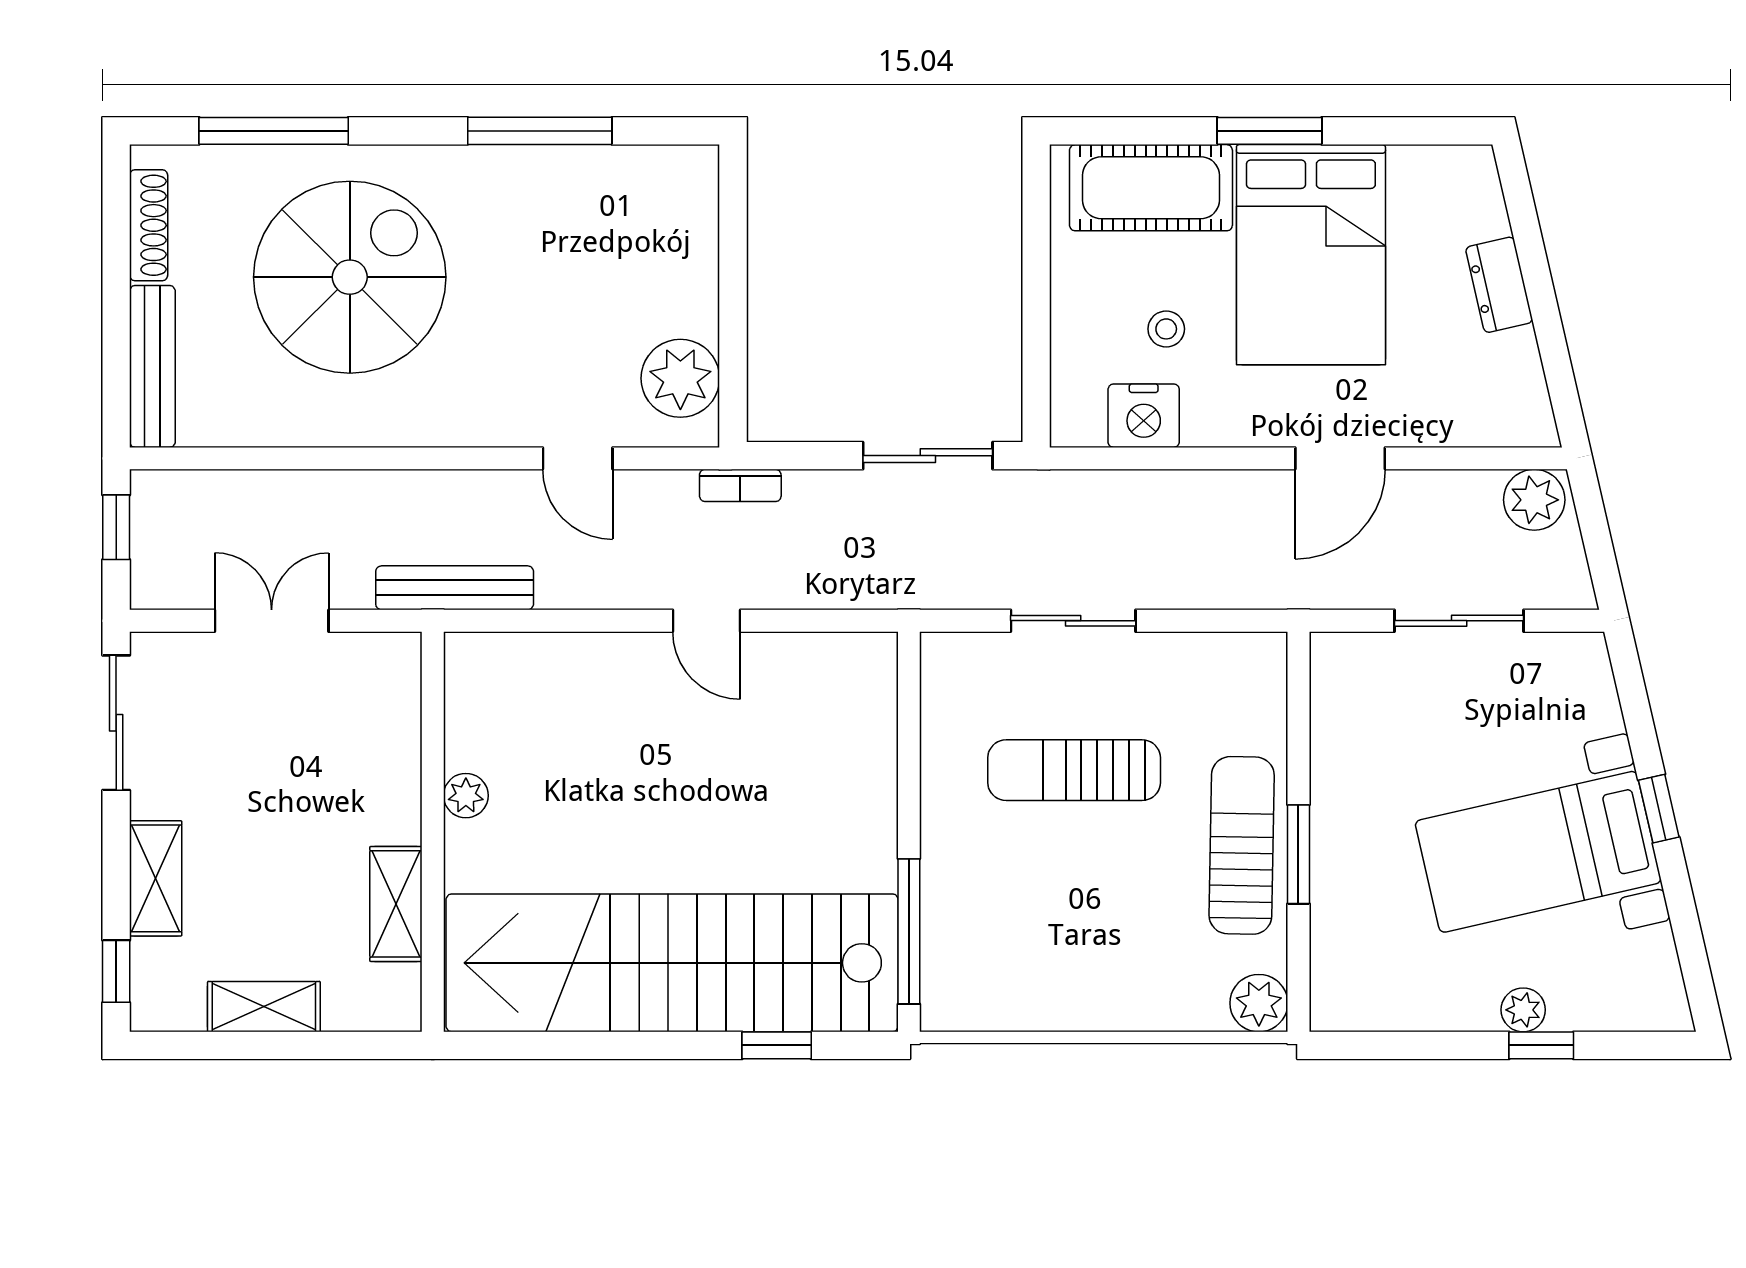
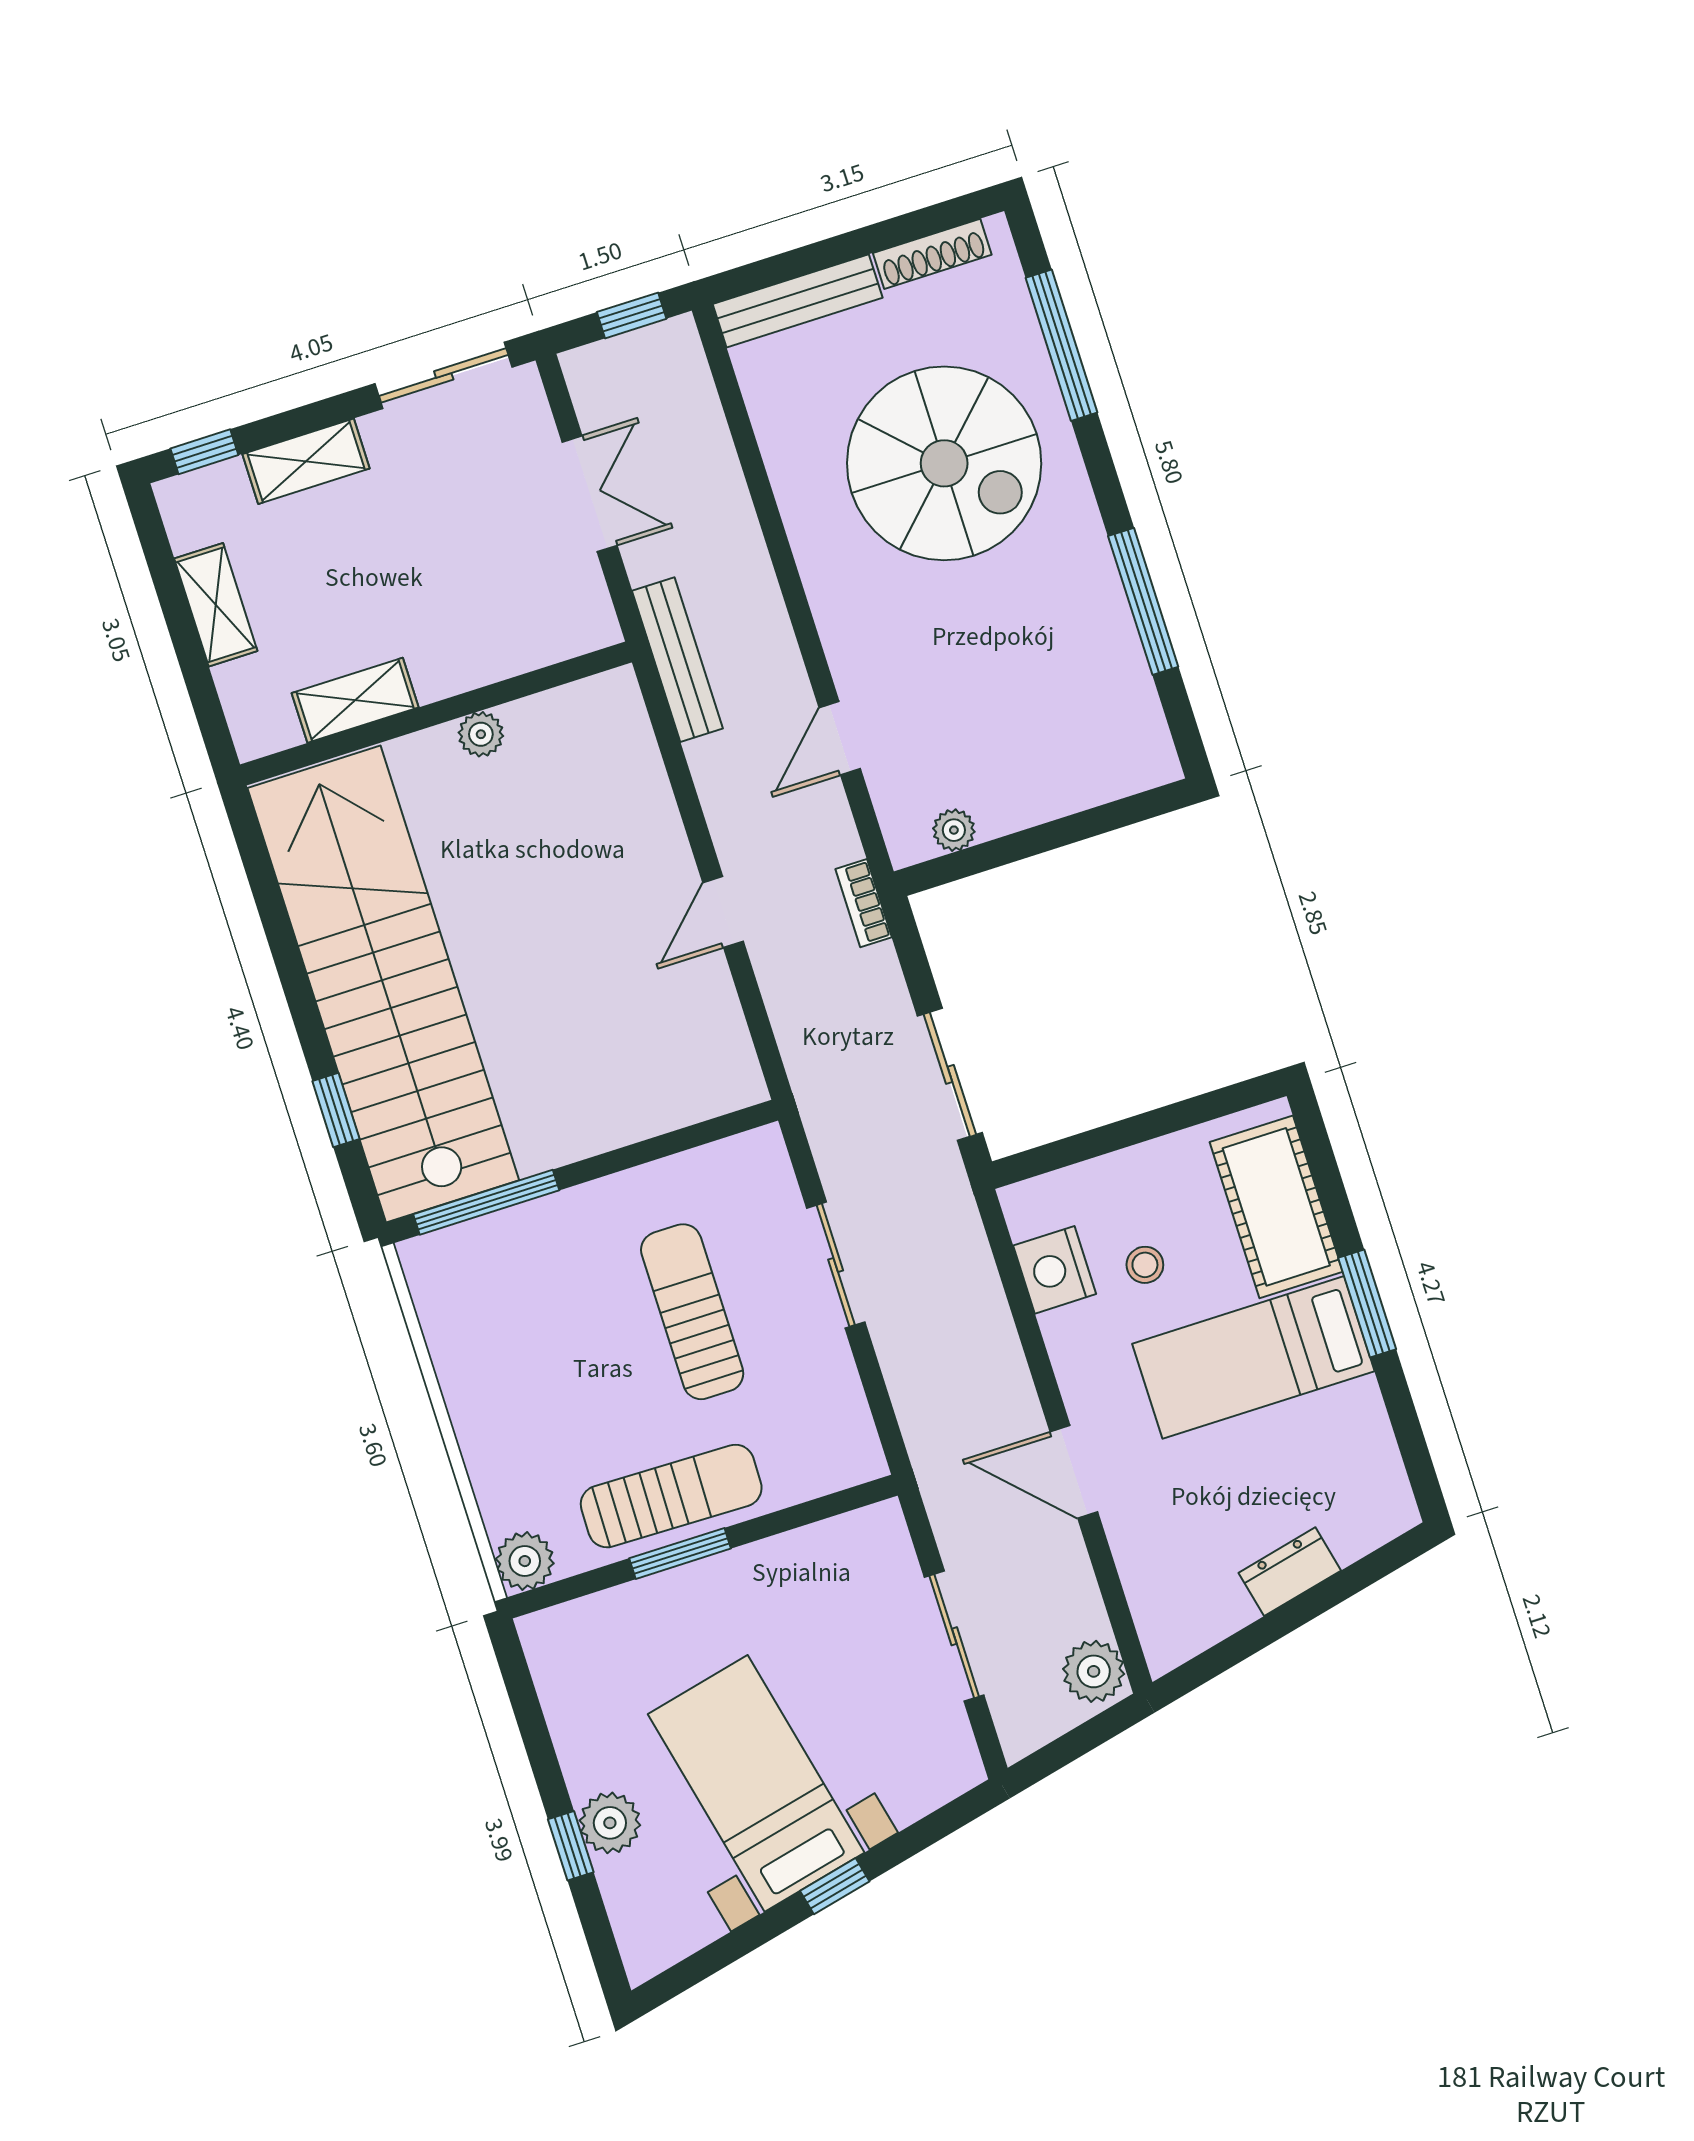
bed: (1311, 255) -> (1253, 1357), width x0.67
plant: (680, 378) -> (954, 830), width x0.53, depth x0.53
plant: (1523, 1010) -> (610, 1823), width x1.38, depth x1.38

